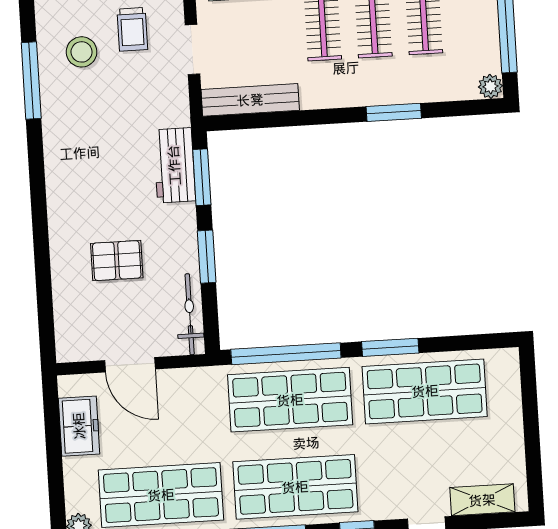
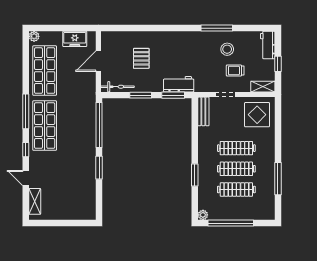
bench: (250, 100) -> (203, 111), width x0.73
shop shelf: (425, 391) -> (80, 181), removed
shop shelf: (290, 400) -> (80, 126), removed

